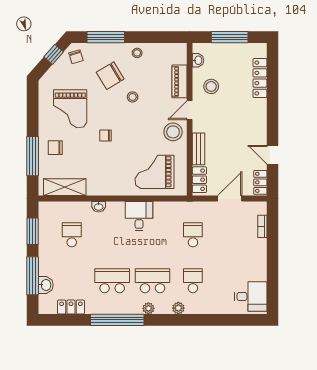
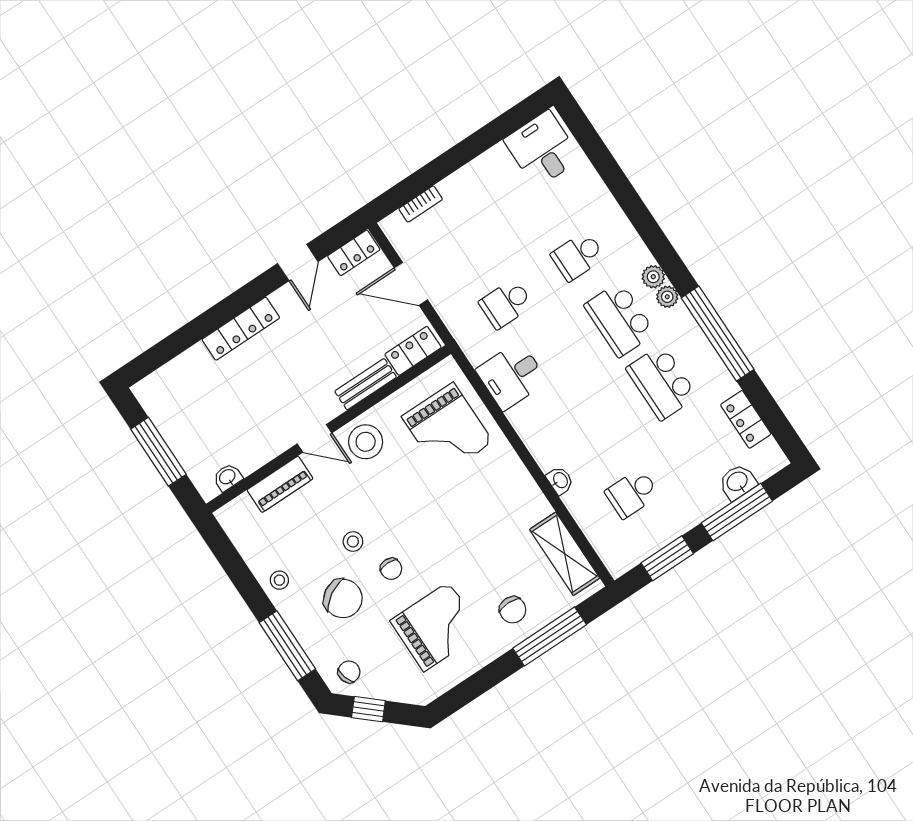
locker: (260, 78) -> (241, 329), moved
stool: (211, 86) -> (255, 429), removed
chair: (106, 136) -> (391, 569), moved
desk: (139, 216) -> (512, 376), moved
plant: (178, 308) -> (653, 277), moved

